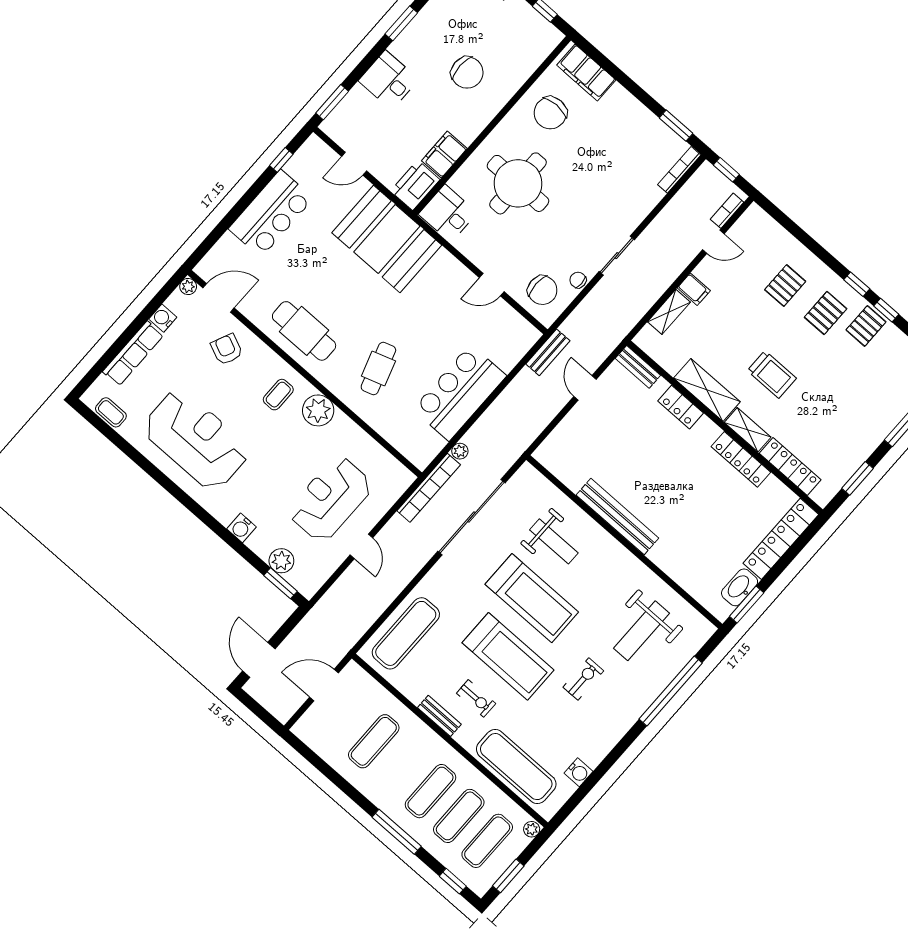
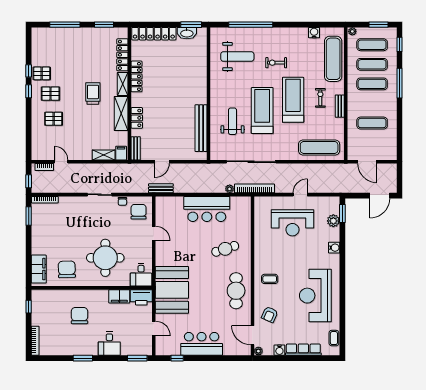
chair: (550, 113) -> (67, 269), turned -92
filing cabinet: (694, 289) -> (121, 153), moved
plant: (318, 410) -> (262, 258), removed
bench: (617, 517) -> (201, 128), moved

